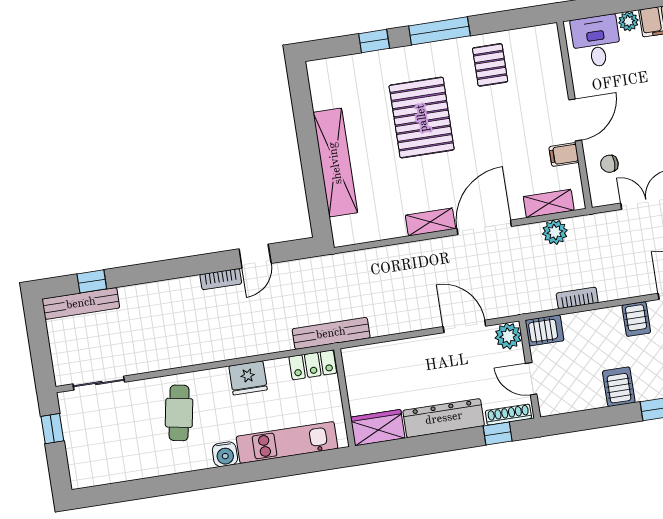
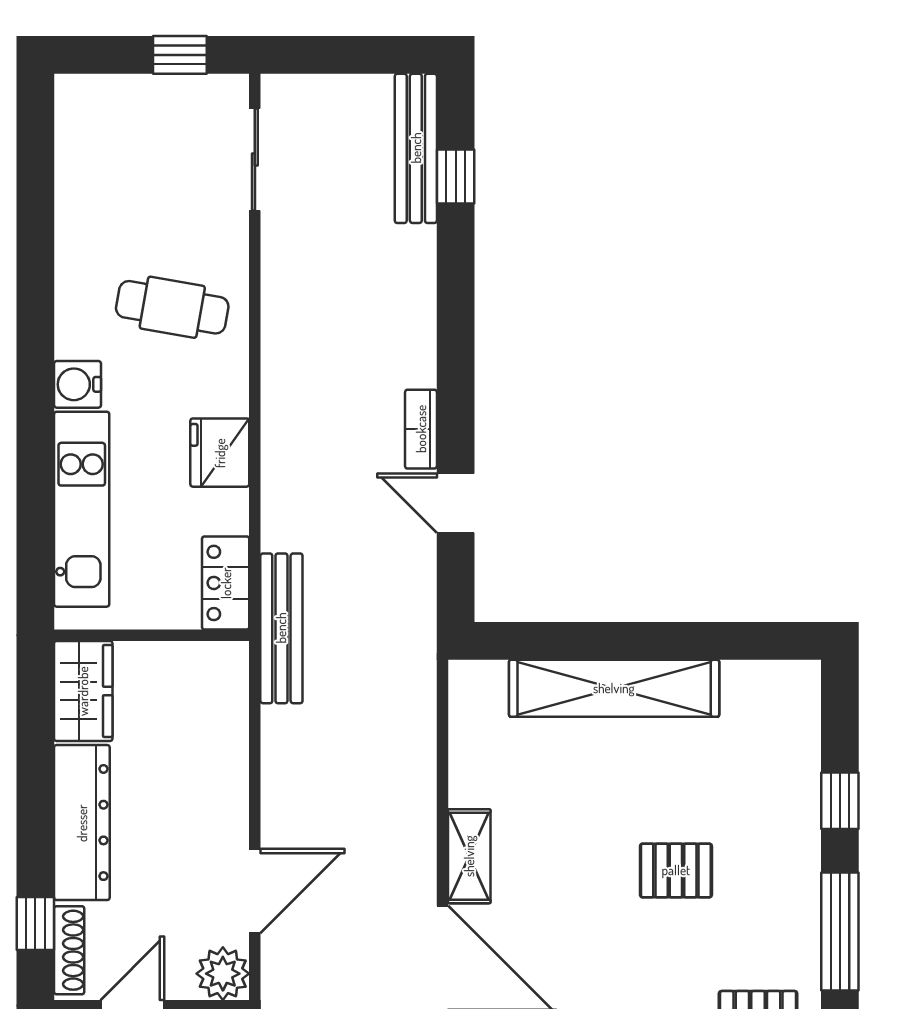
pallet: (422, 118) -> (676, 870), width x0.49, depth x0.50

